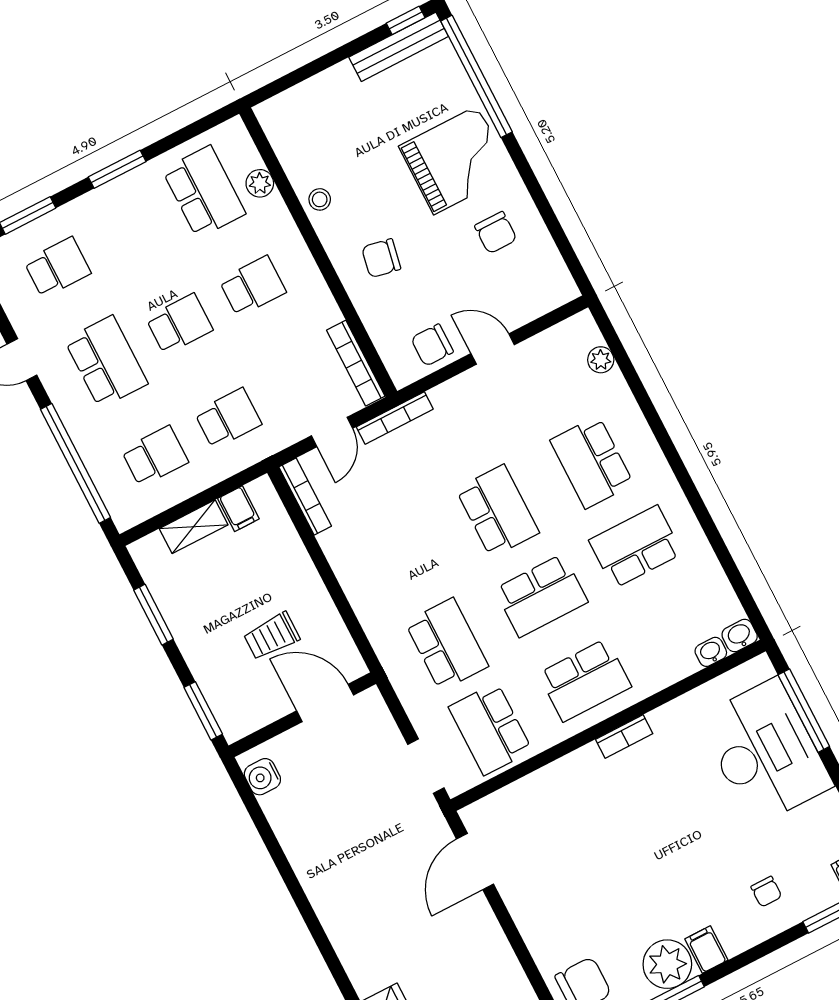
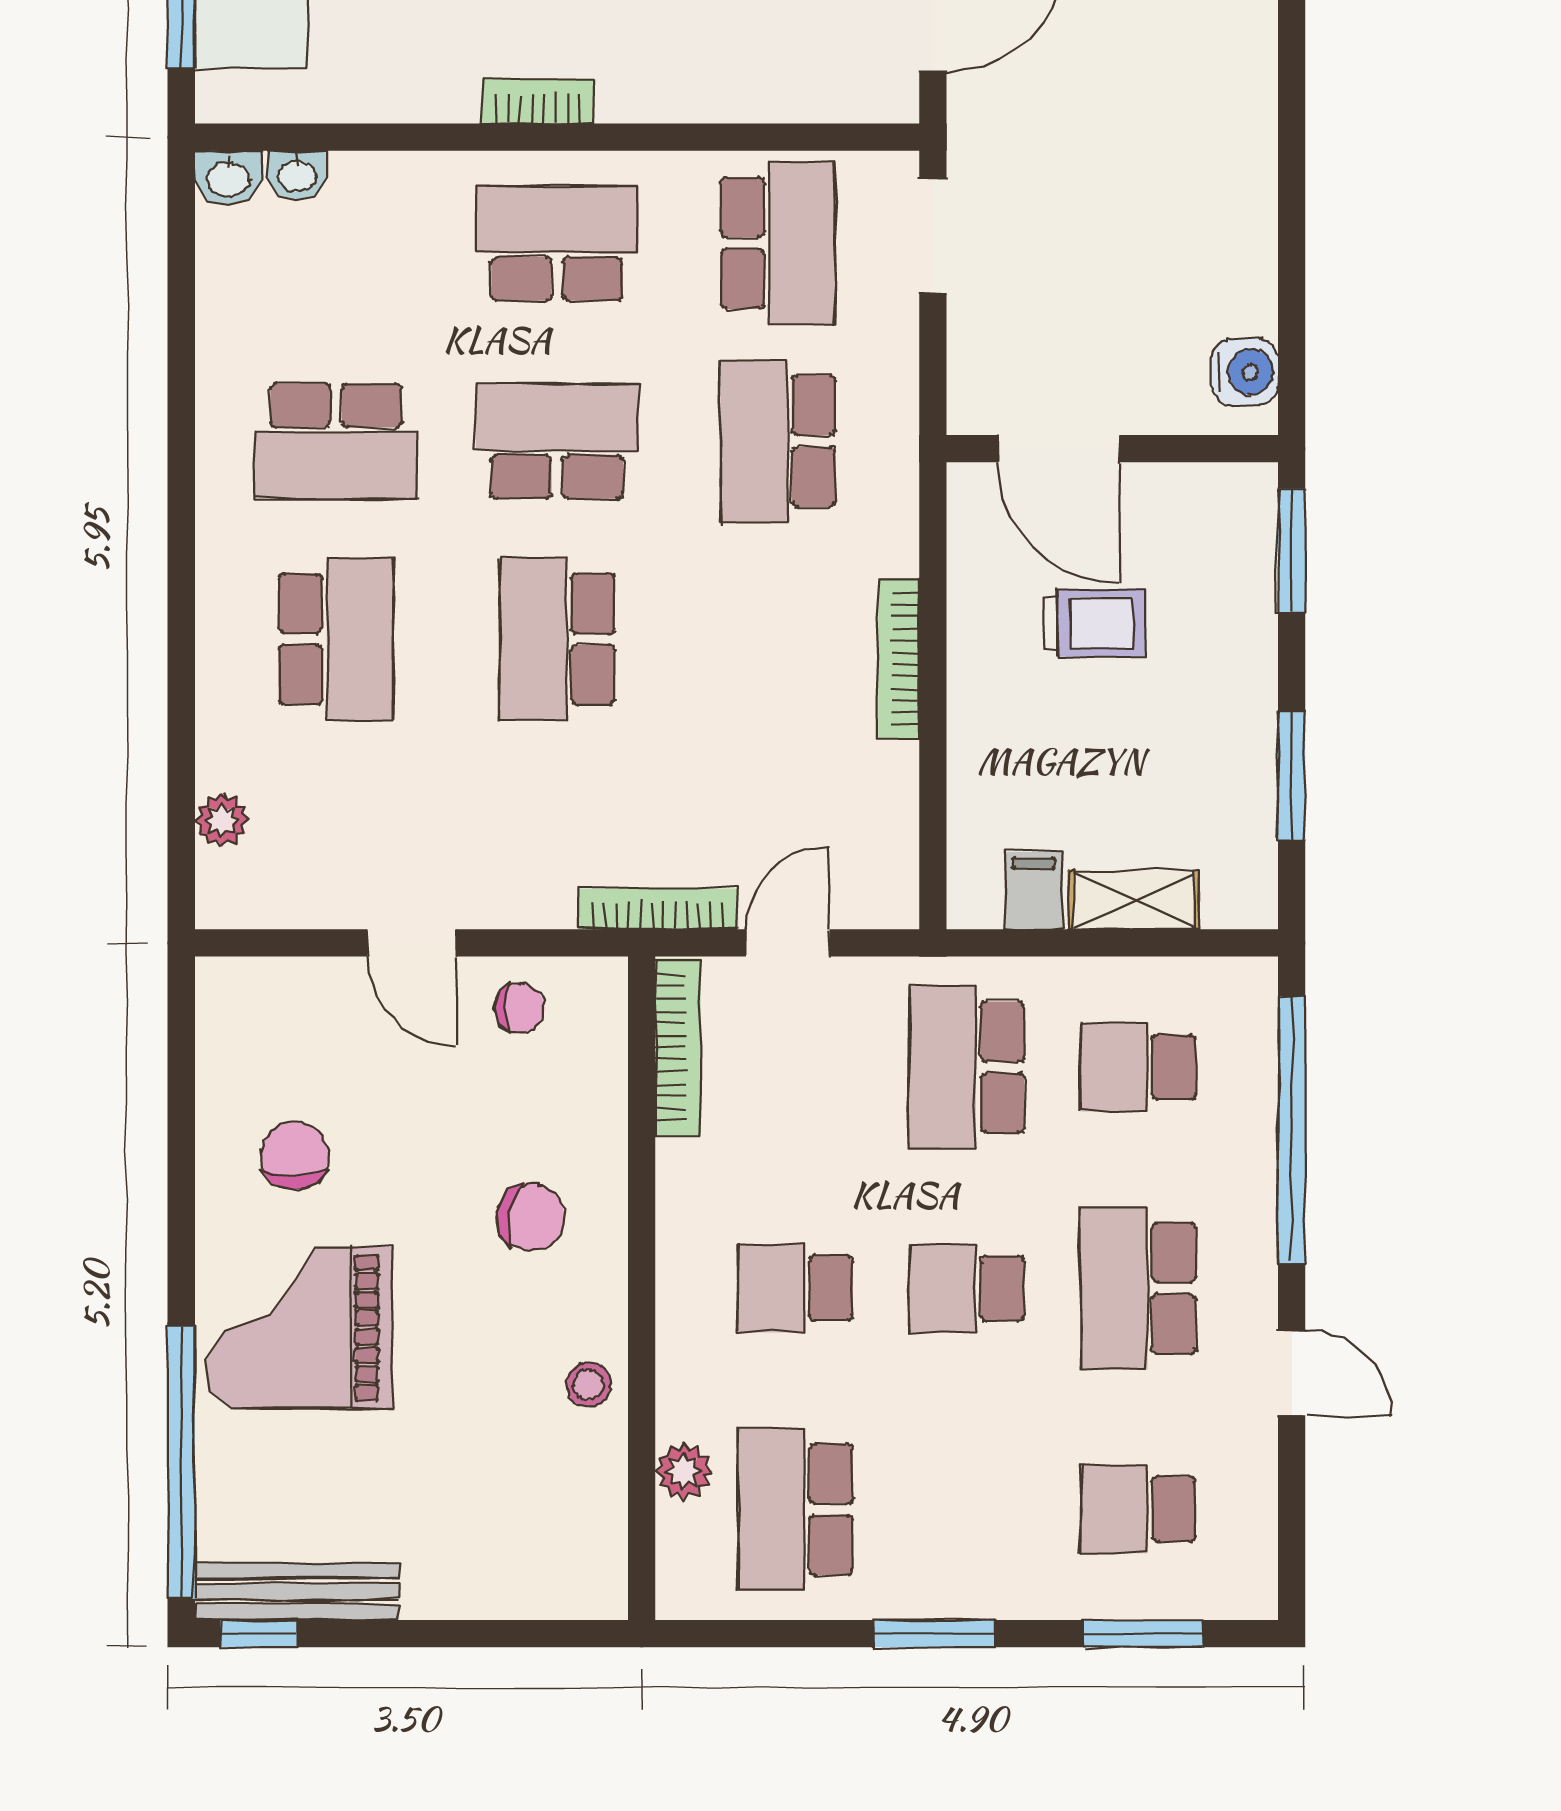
chair: (432, 345) -> (520, 1008), width x0.73, depth x0.73
school desk: (228, 418) -> (967, 1067), width x1.85
bookcase: (305, 496) -> (899, 659), moved

